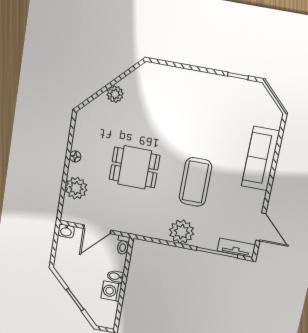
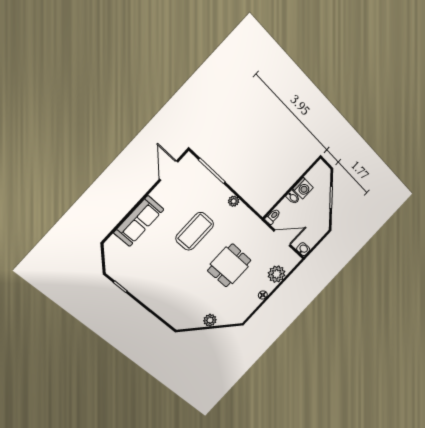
dining table: (135, 167) -> (229, 265), turned 90
plant: (182, 232) -> (234, 201), width x0.53, depth x0.53
tv unit: (236, 248) -> (196, 166), removed

